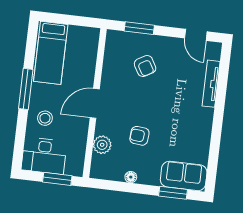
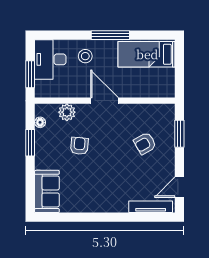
tv unit: (211, 84) -> (151, 207), moved
floor lamp: (131, 177) -> (40, 122), moved
window: (173, 193) -> (30, 143), moved

